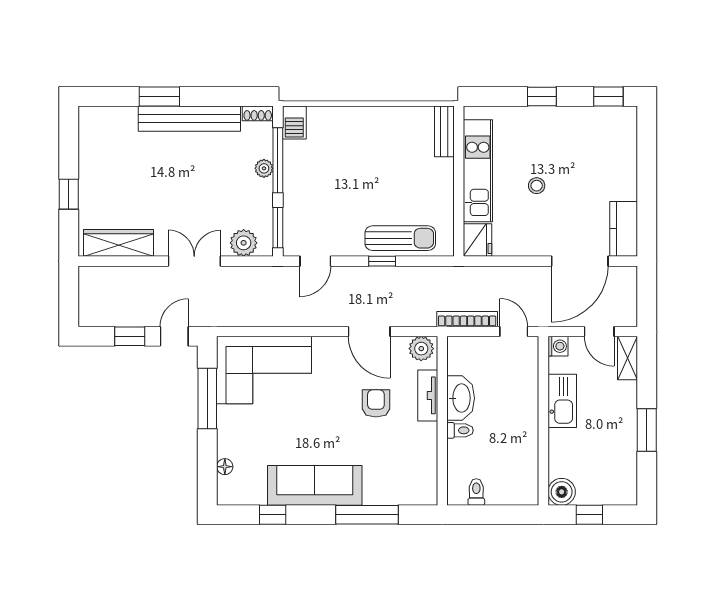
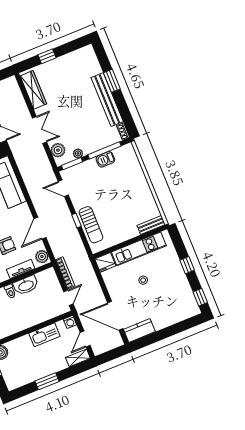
barbecue: (294, 123) -> (105, 159), moved
plant: (264, 168) -> (78, 153), moved

